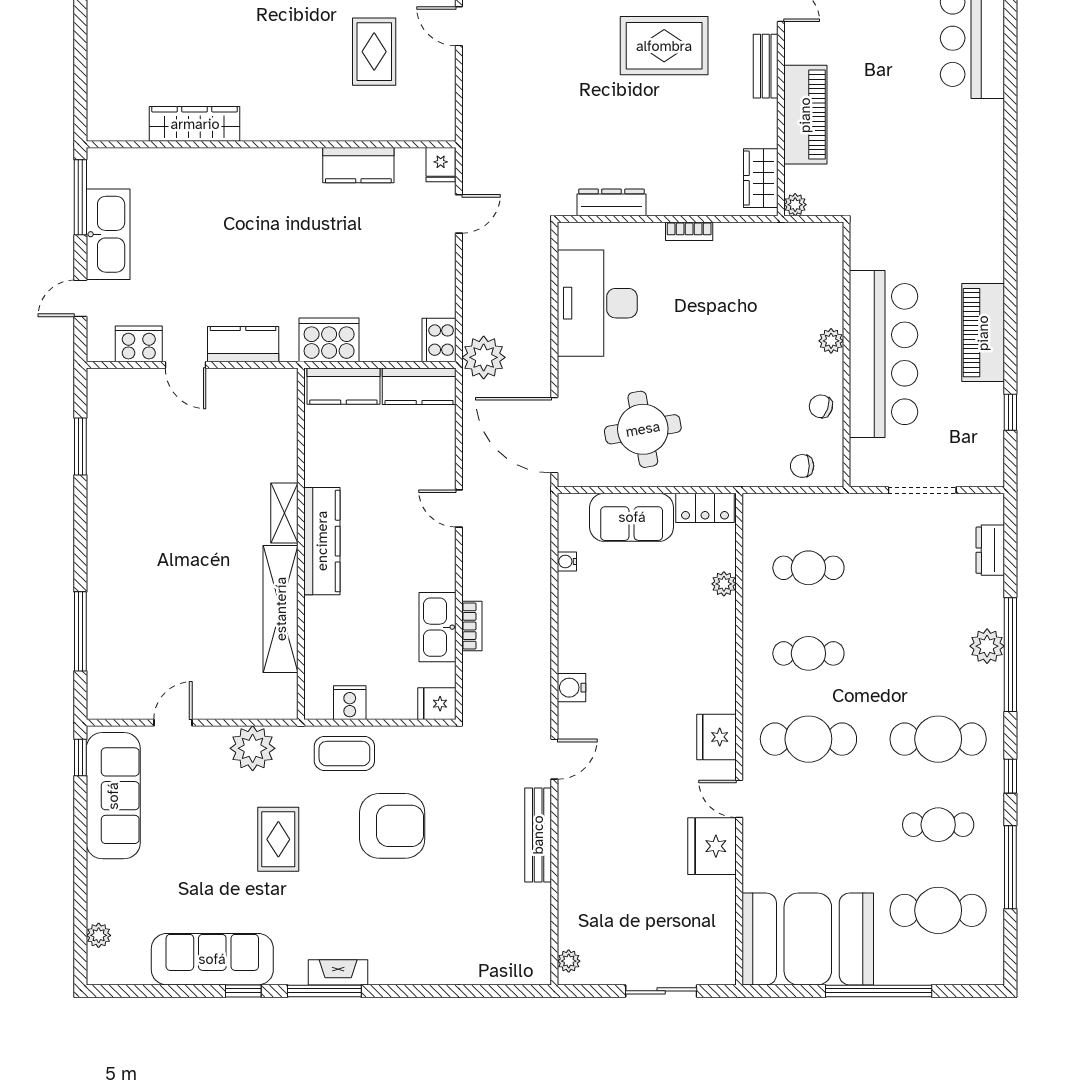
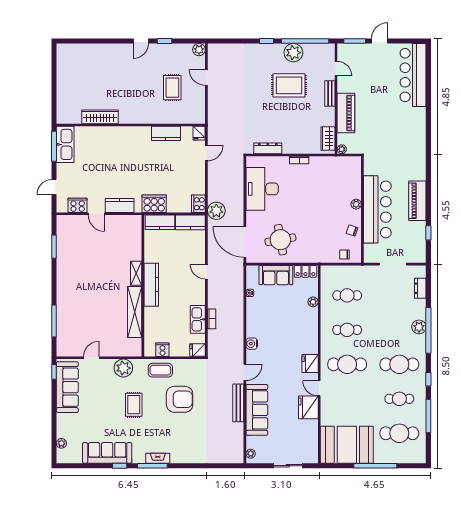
kitchen sink: (108, 234) -> (65, 144), moved
sofa: (584, 852) -> (257, 410), added

